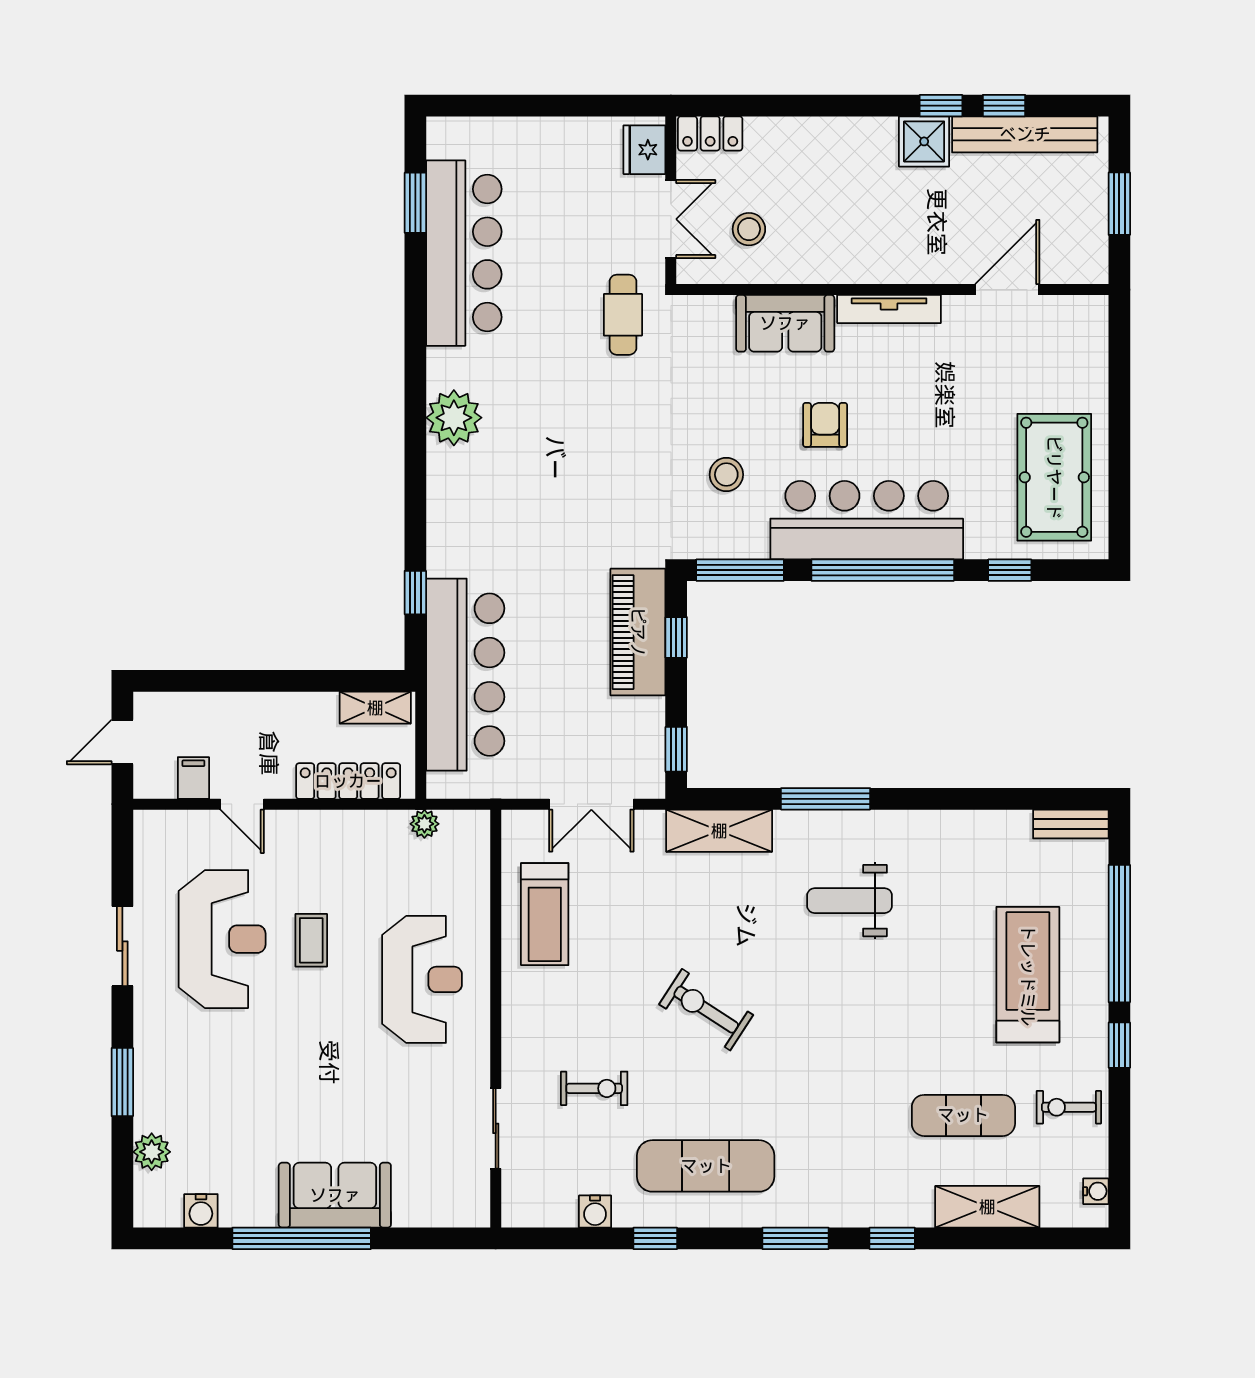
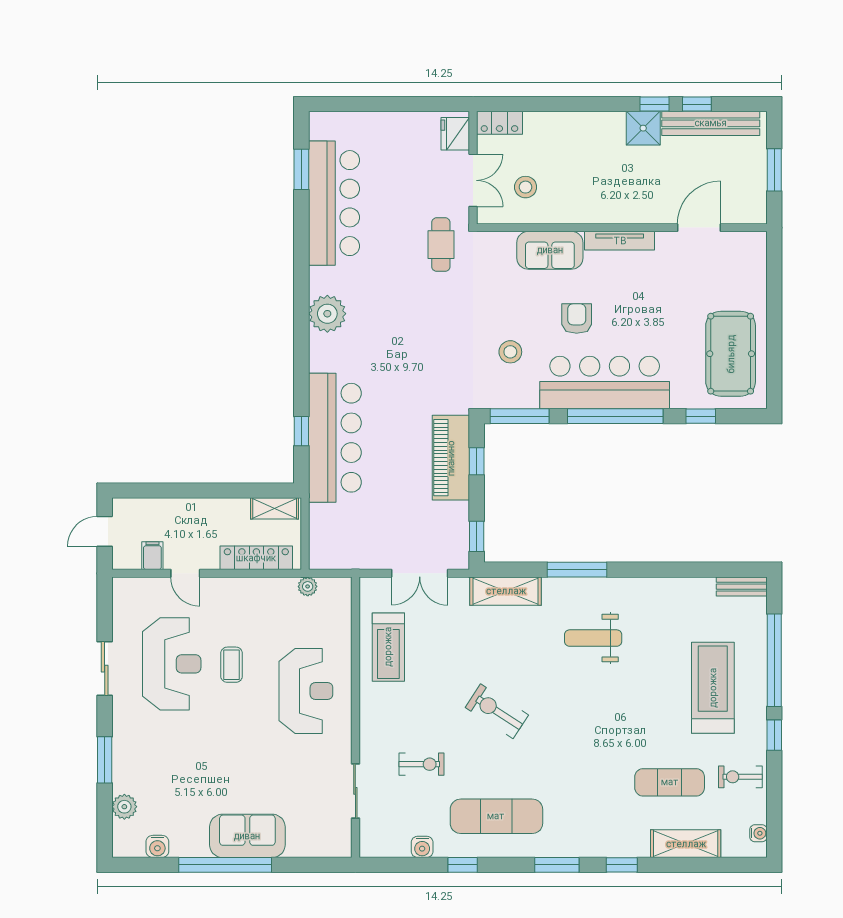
bar counter: (465, 675) -> (335, 438), moved

